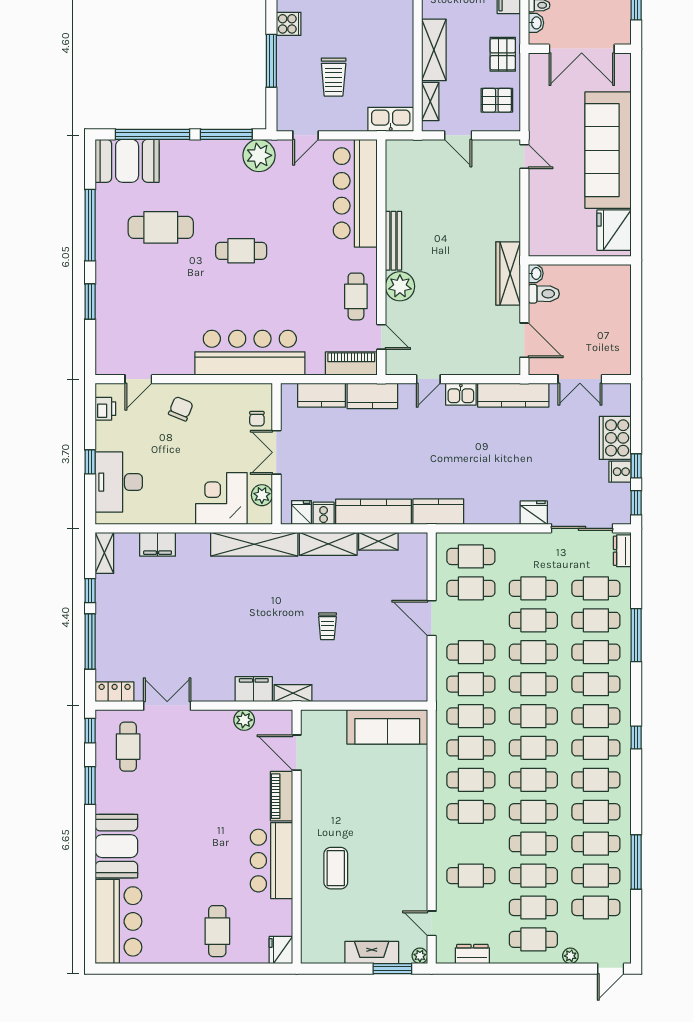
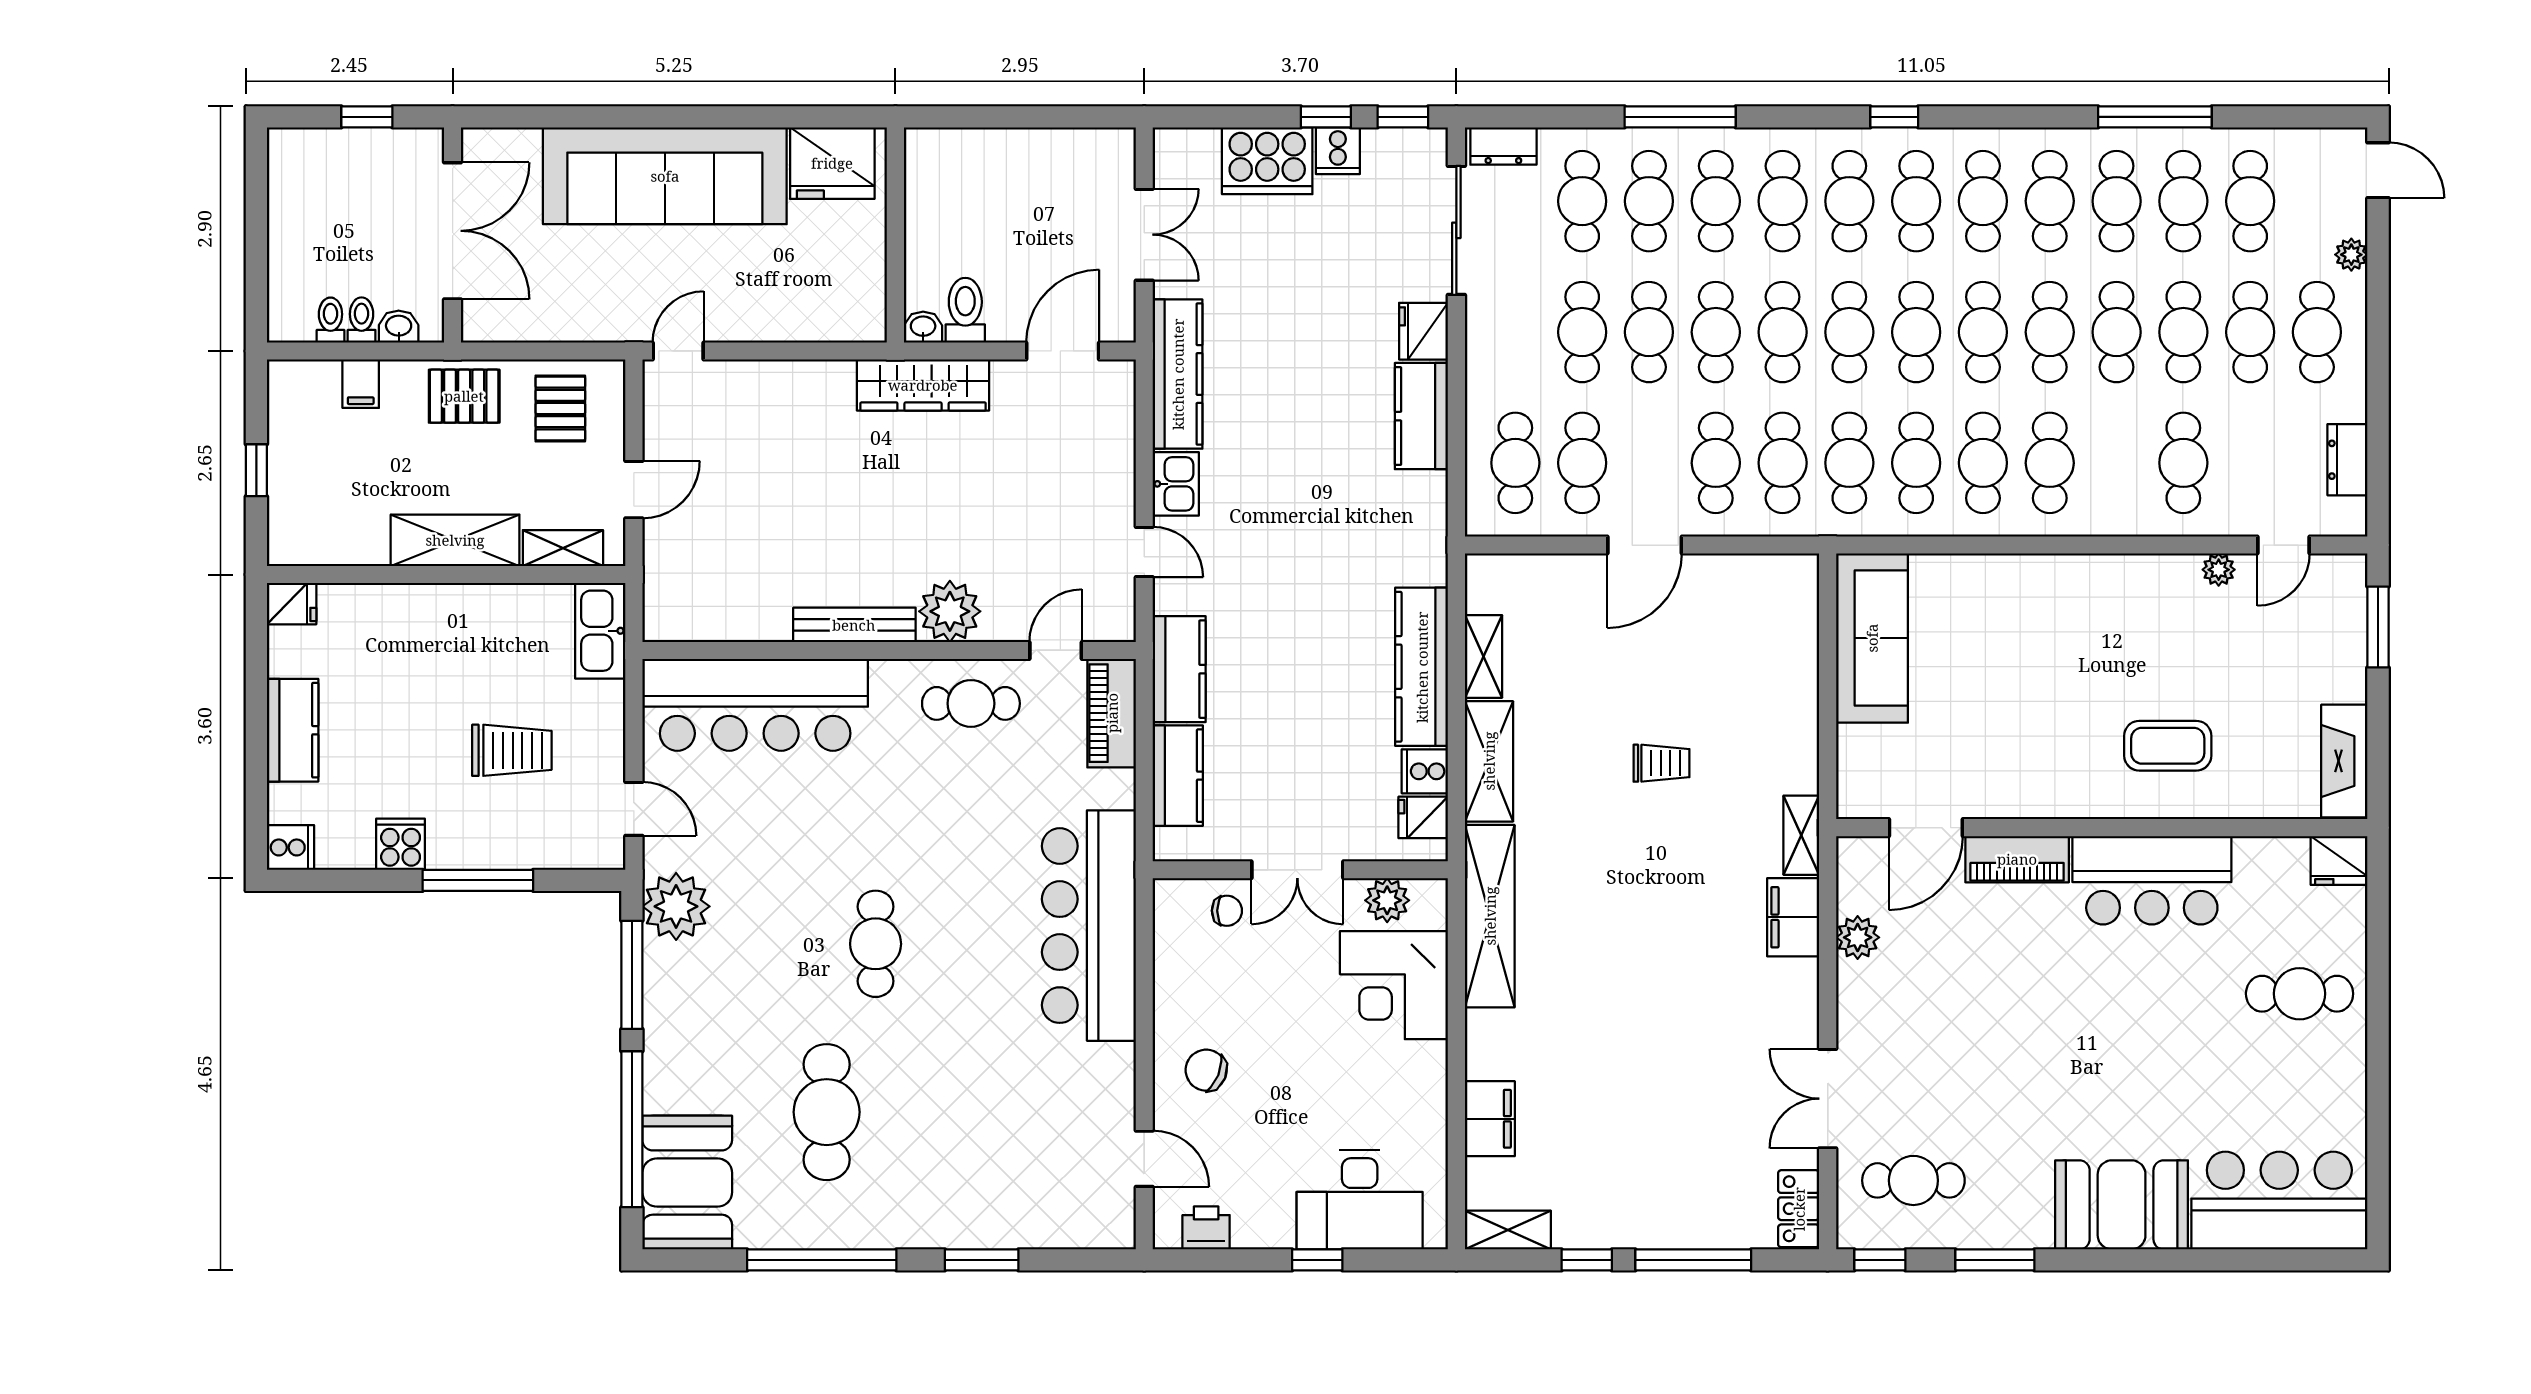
kitchen counter: (438, 512) -> (1421, 416), moved
fireplace: (372, 952) -> (2344, 761), moved
plant: (420, 956) -> (2219, 570), moved

